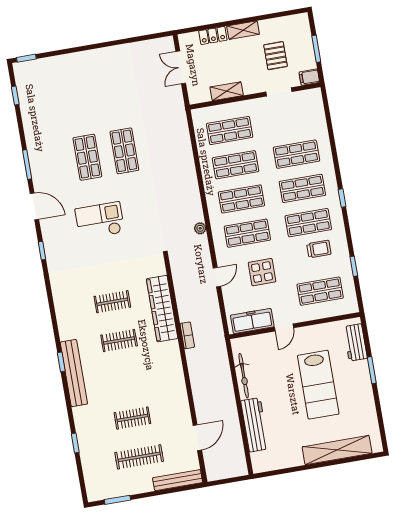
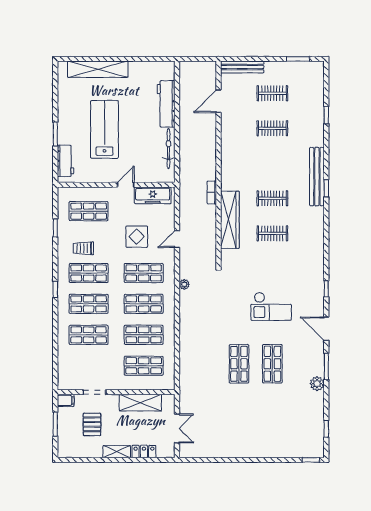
shelving: (227, 91) -> (140, 403), width x1.50, depth x1.33
plant: (34, 144) -> (317, 384), added
clothes rail: (139, 457) -> (272, 93), width x0.73

